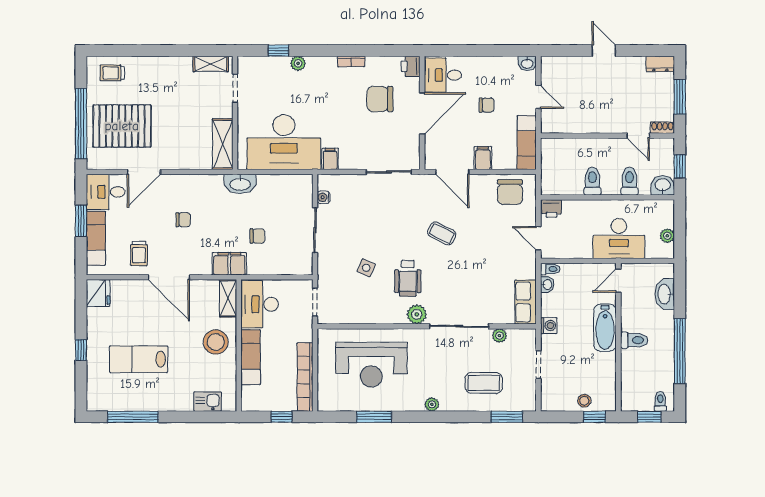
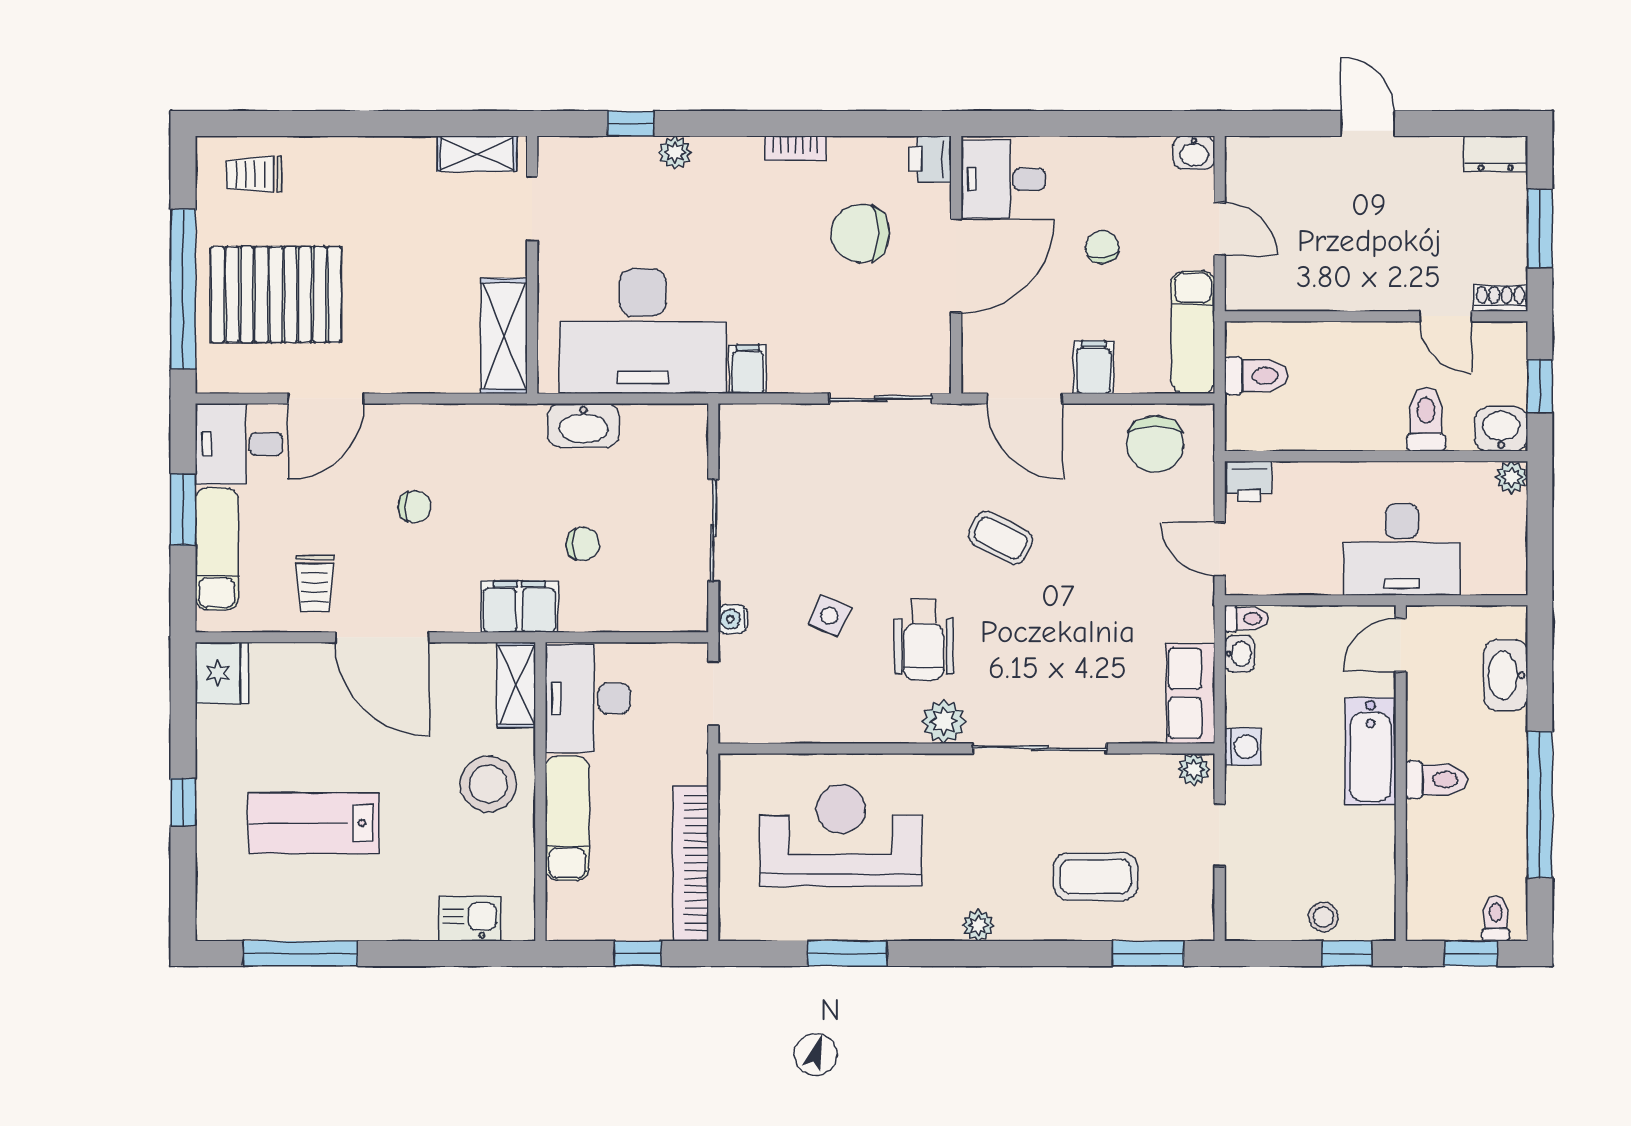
chair: (487, 105) -> (1102, 247), turned -98
toilet: (592, 181) -> (1256, 376), moved, turned 90
washbasin: (240, 184) -> (583, 425), moved
water cooler: (324, 197) -> (733, 619), moved
plant: (667, 236) -> (1511, 477), moved
plant: (499, 336) -> (1194, 769), moved
reception desk: (371, 365) -> (841, 836), turned 180

